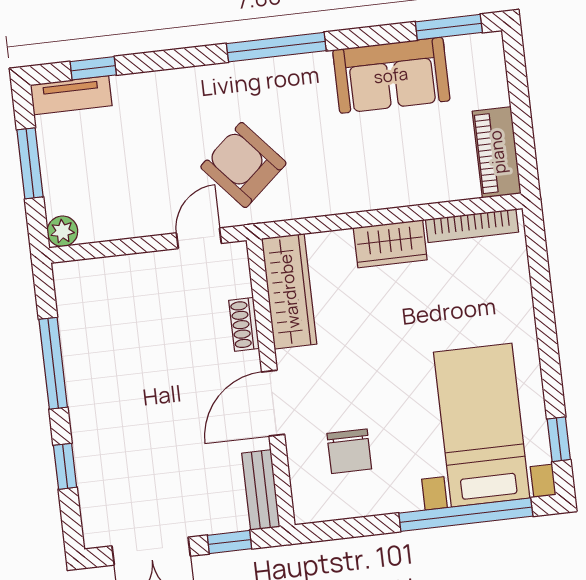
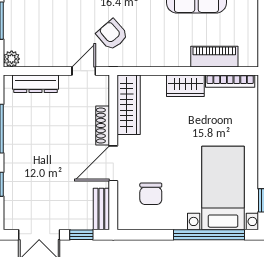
piano: (497, 152) -> (214, 57), moved, turned 90
armchair: (243, 165) -> (112, 35), width x0.72, depth x0.72
dresser: (112, 272) -> (36, 84), added
shoe rack: (244, 324) -> (103, 126), width x1.43

